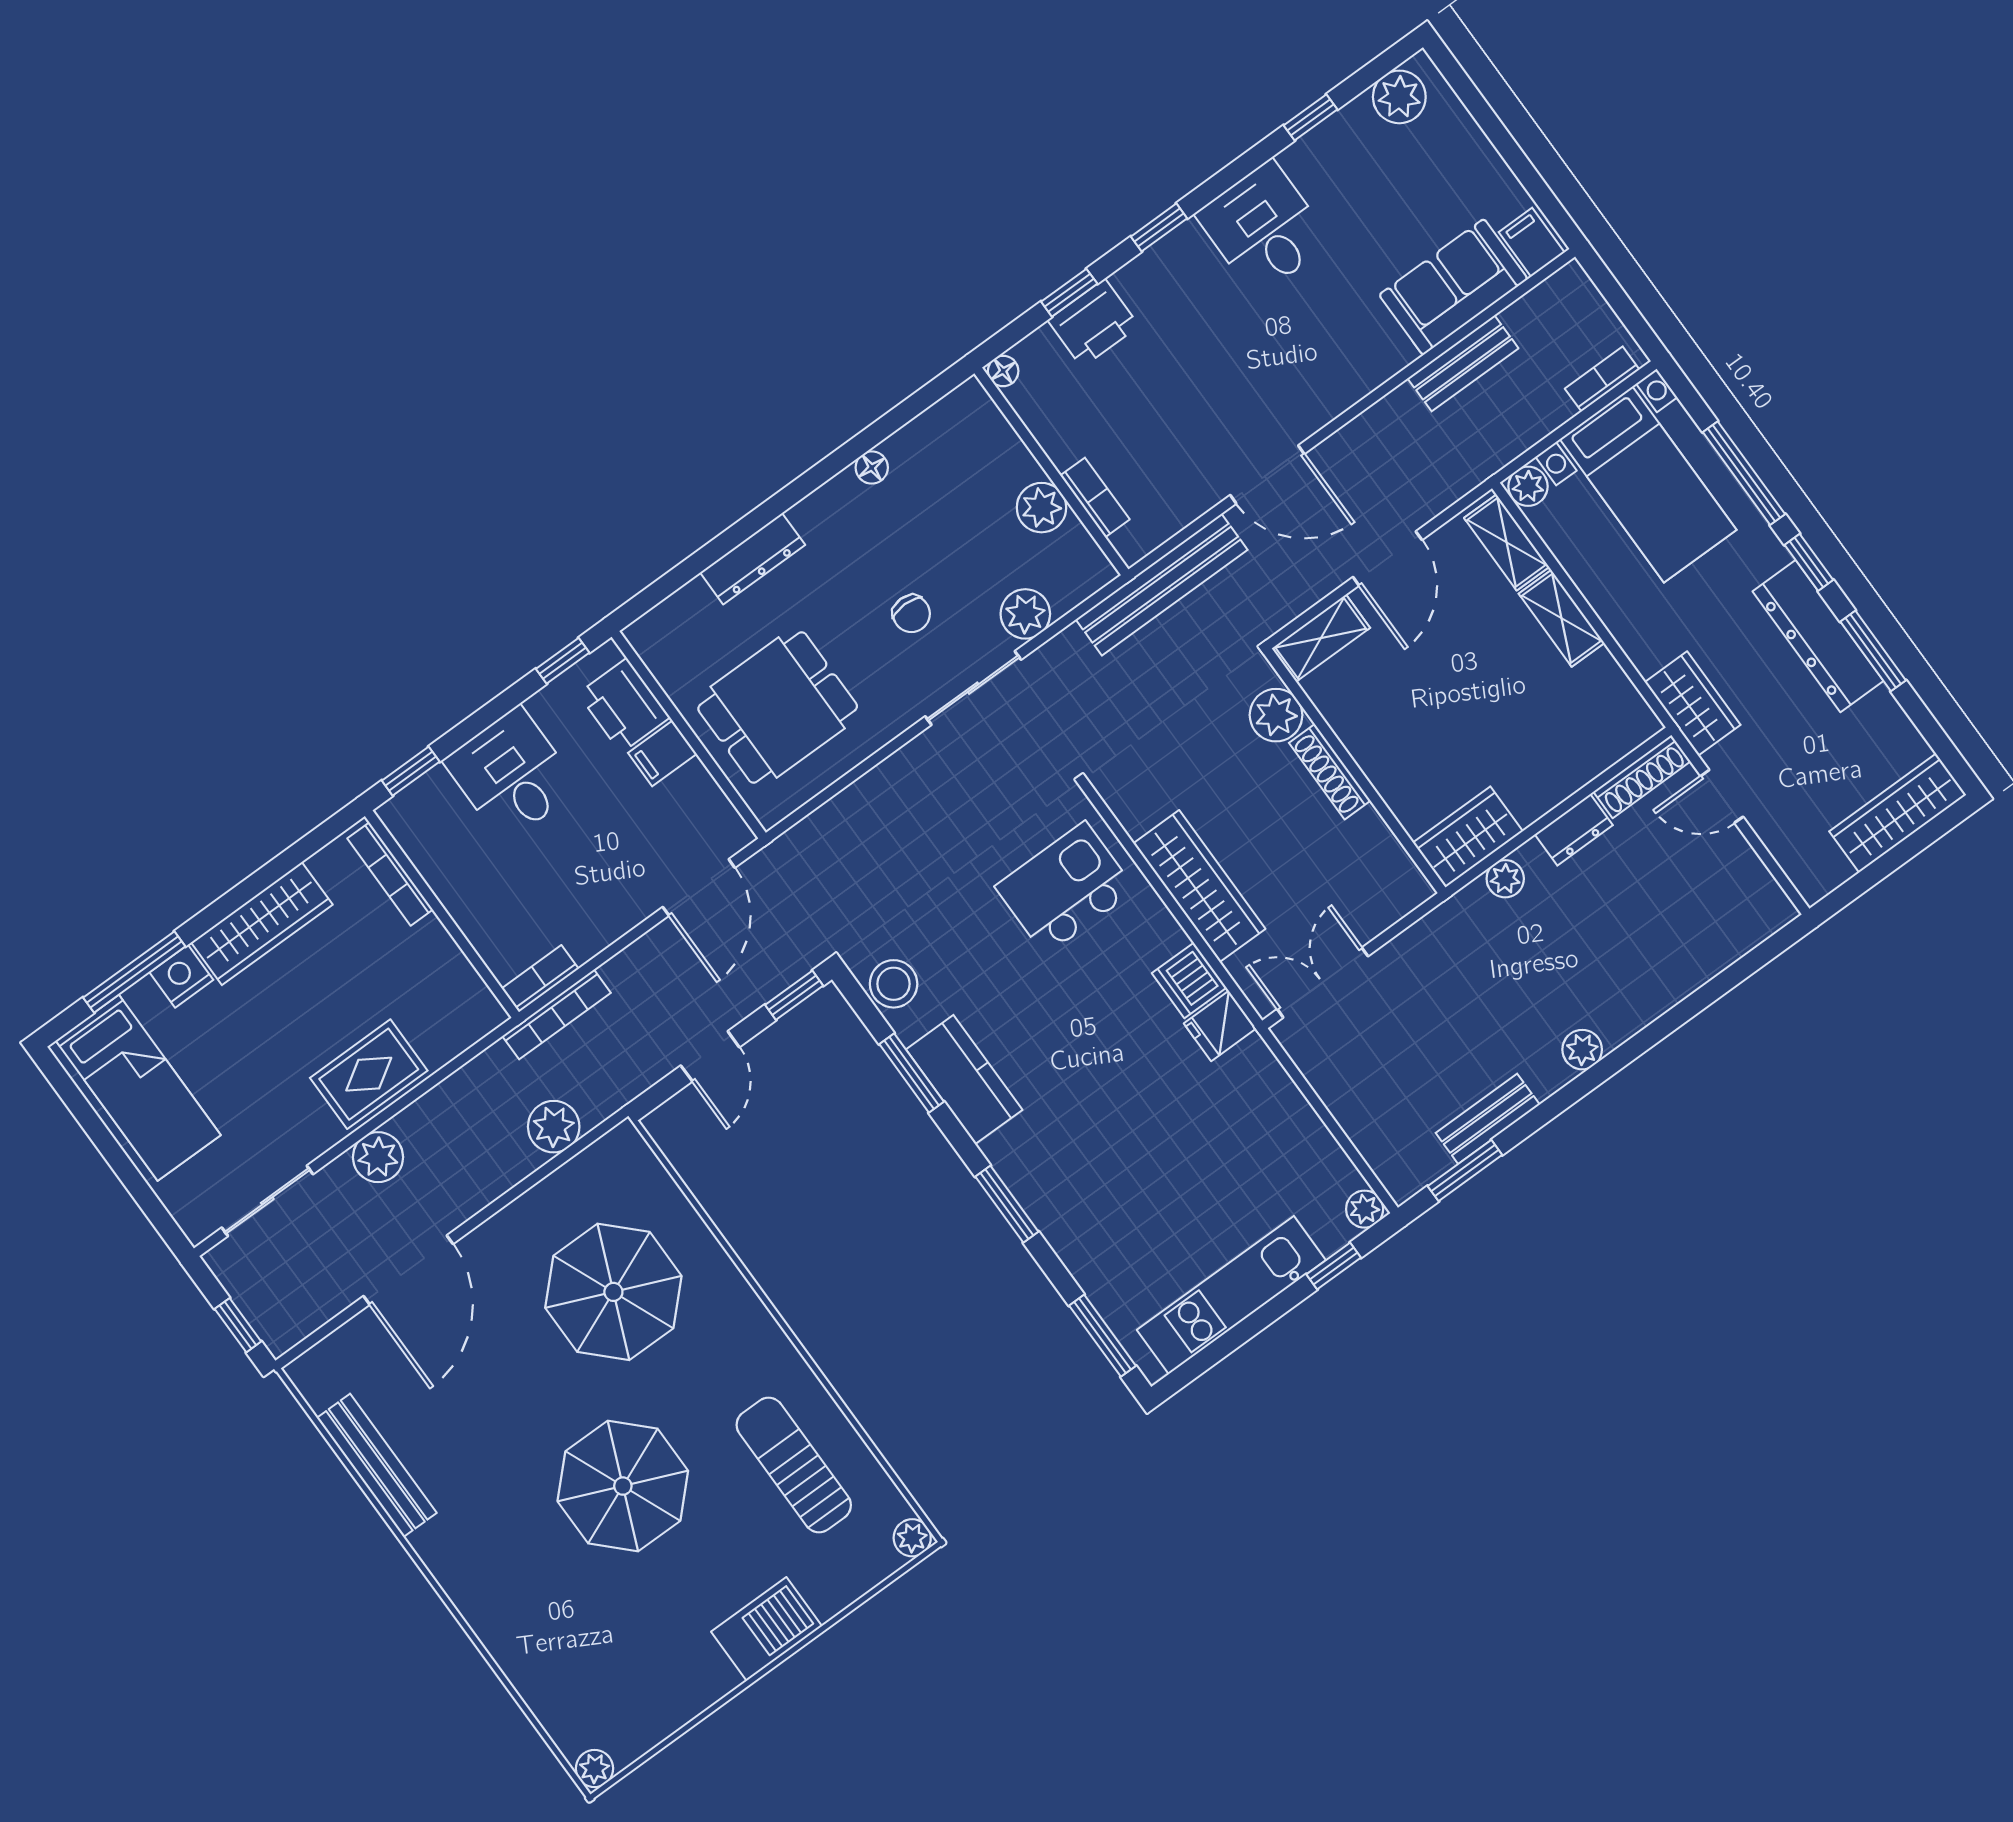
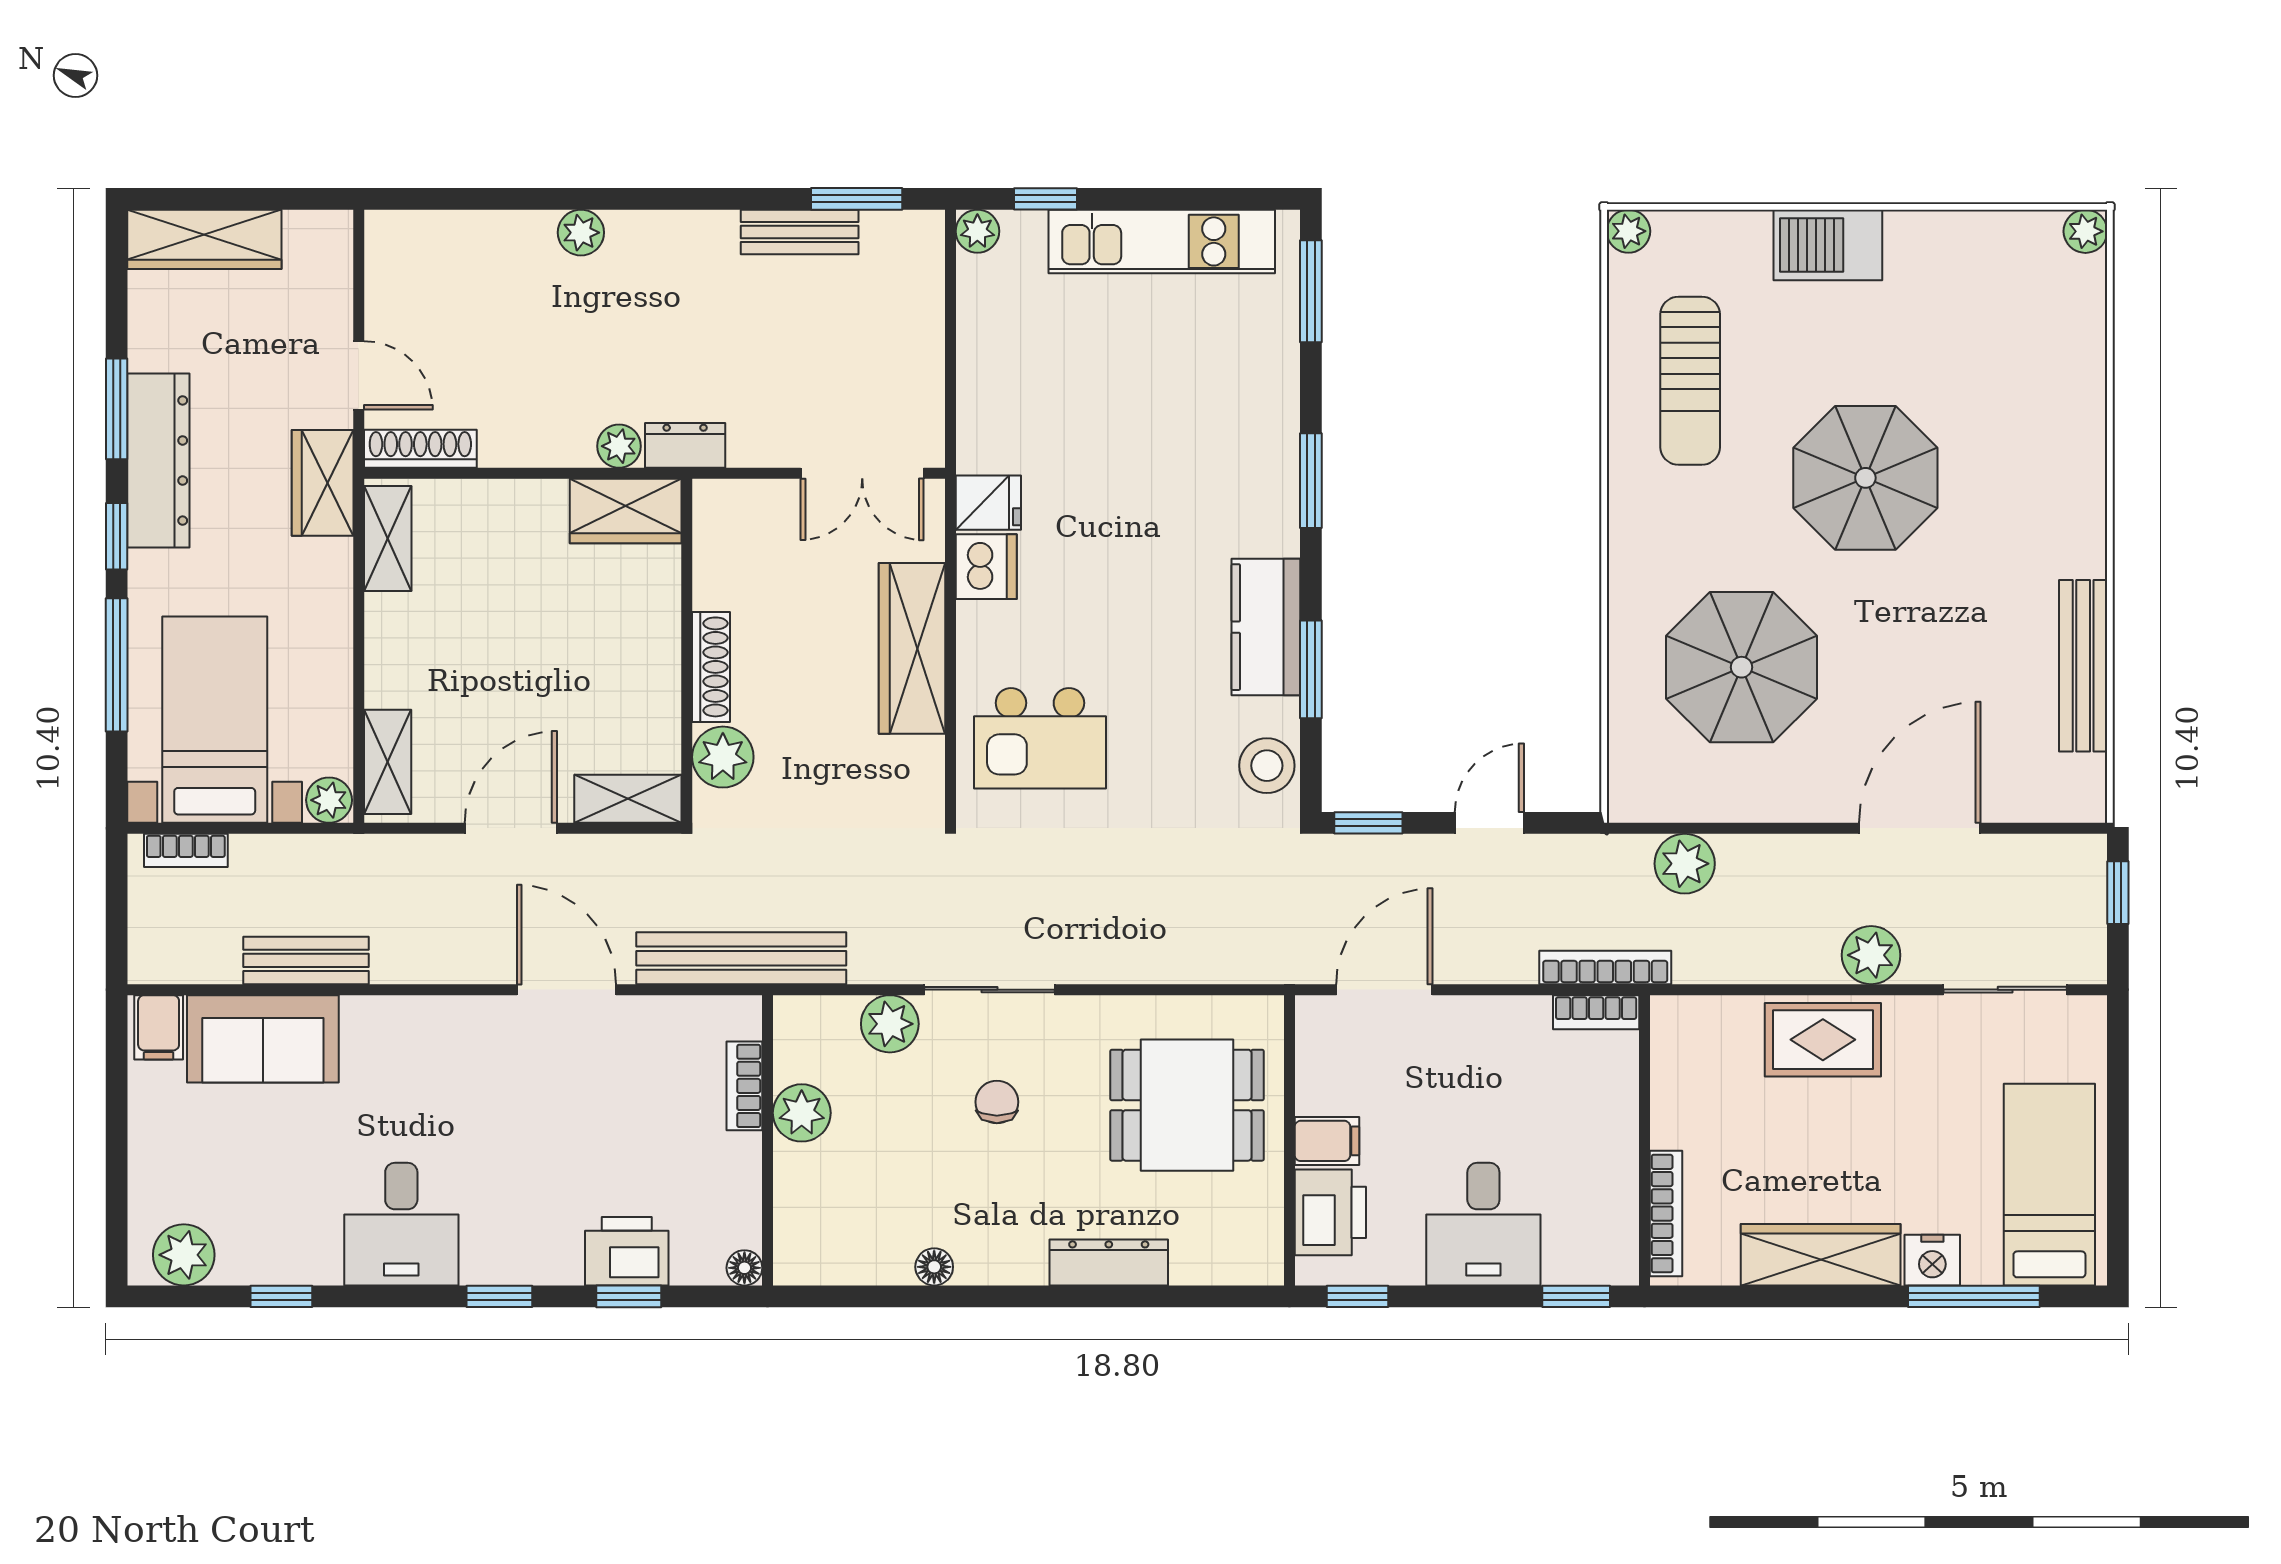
shelving: (1562, 618) -> (388, 539), moved
dresser: (1574, 830) -> (685, 445), moved
plant: (1582, 1050) -> (581, 233), moved

